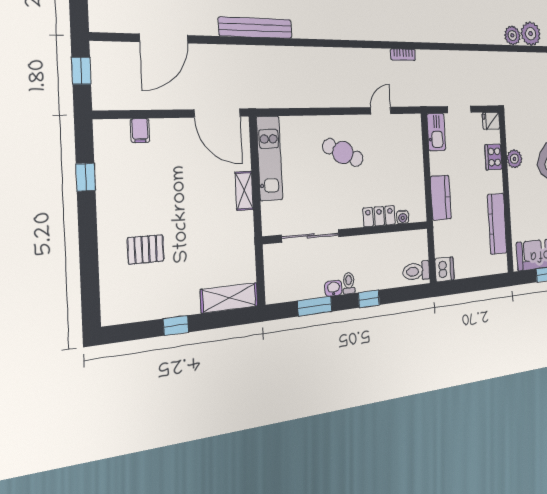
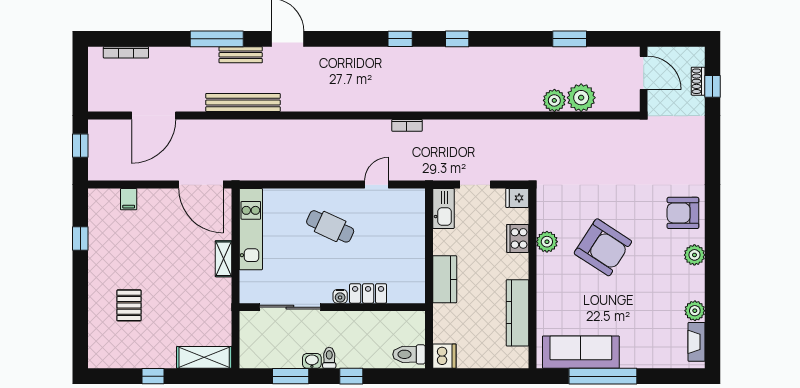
water cooler: (403, 217) -> (340, 296), moved
pallet: (146, 249) -> (129, 305), turned 90

